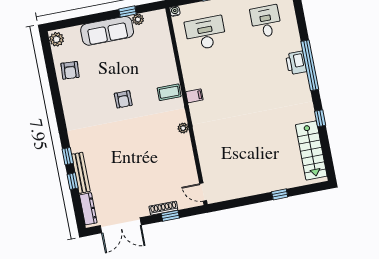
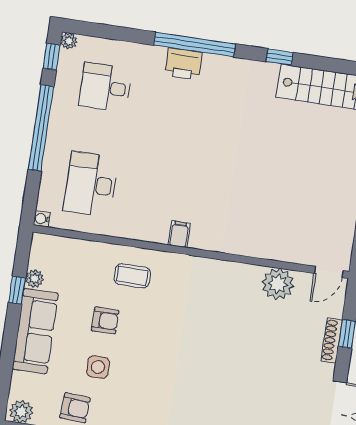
side table: (99, 75) -> (98, 367), added
coffee table: (169, 92) -> (132, 276), moved, turned 90
armchair: (123, 99) -> (105, 320), moved
plant: (183, 128) -> (278, 284), moved, width x1.87, depth x1.87

